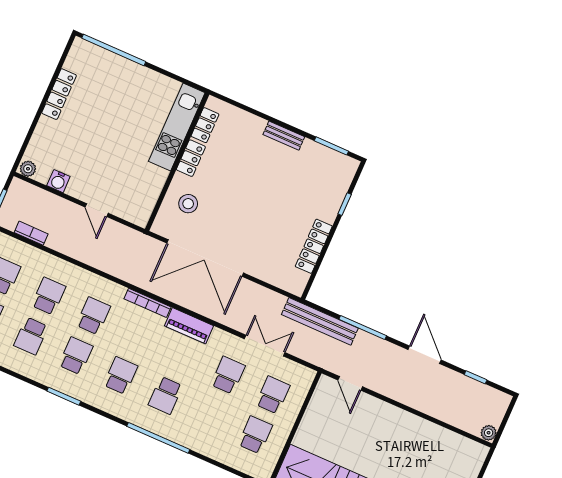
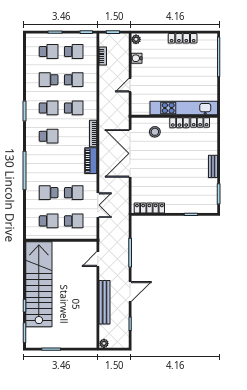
kitchen unit: (177, 127) -> (184, 108), width x1.36
locker: (314, 246) -> (149, 208), moved
bench: (320, 321) -> (105, 302), moved
school desk: (165, 395) -> (49, 193), moved

